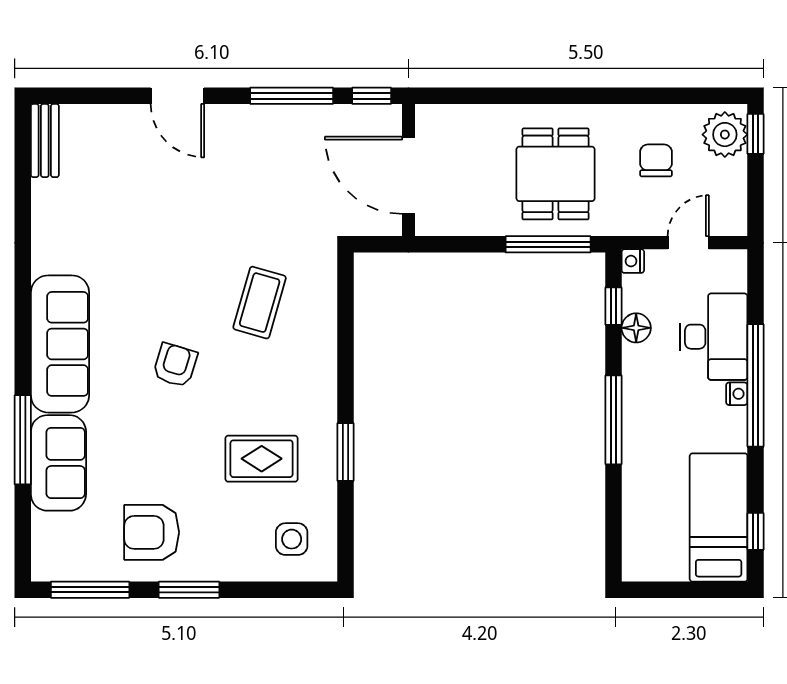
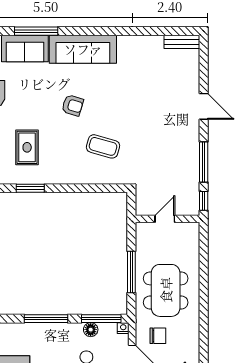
door: (177, 96) -> (204, 106), swing flipped
chair: (656, 160) -> (158, 336), moved
dining table: (556, 174) -> (166, 290), width x1.38
door: (408, 175) -> (165, 219), width x0.53
window: (548, 244) -> (131, 272), moved
window: (613, 306) -> (101, 319), width x2.17

